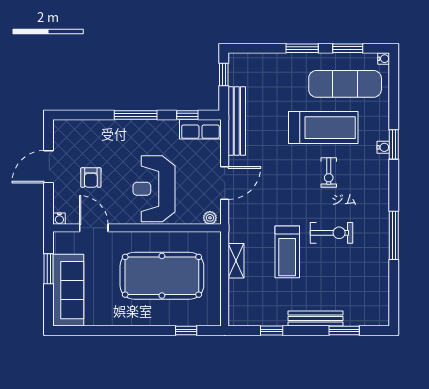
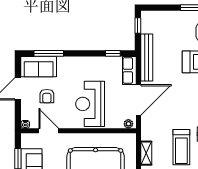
window: (136, 115) -> (49, 53), moved
row of seats: (200, 129) -> (129, 70), moved, turned 90
sofa: (79, 134) -> (39, 67), added
door: (225, 183) -> (139, 100), width x1.36

